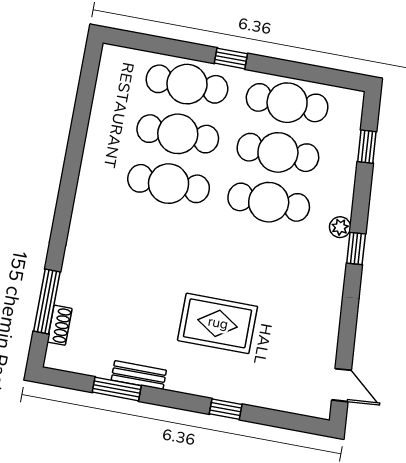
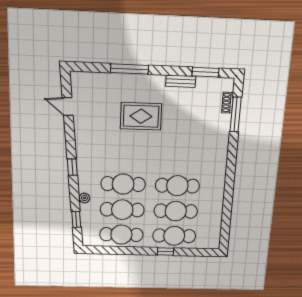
window: (231, 58) -> (165, 252), moved
plant: (340, 227) -> (84, 198), moved
door: (342, 385) -> (68, 106), moved
window: (117, 389) -> (205, 72), moved
window: (226, 409) -> (130, 69), width x2.17

